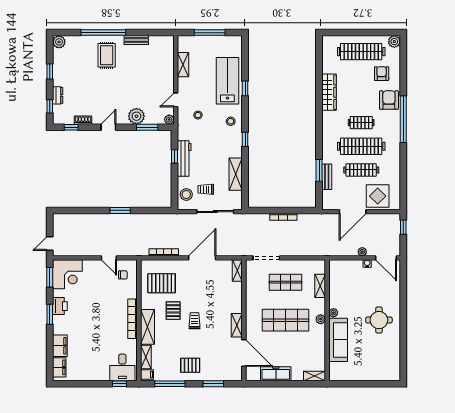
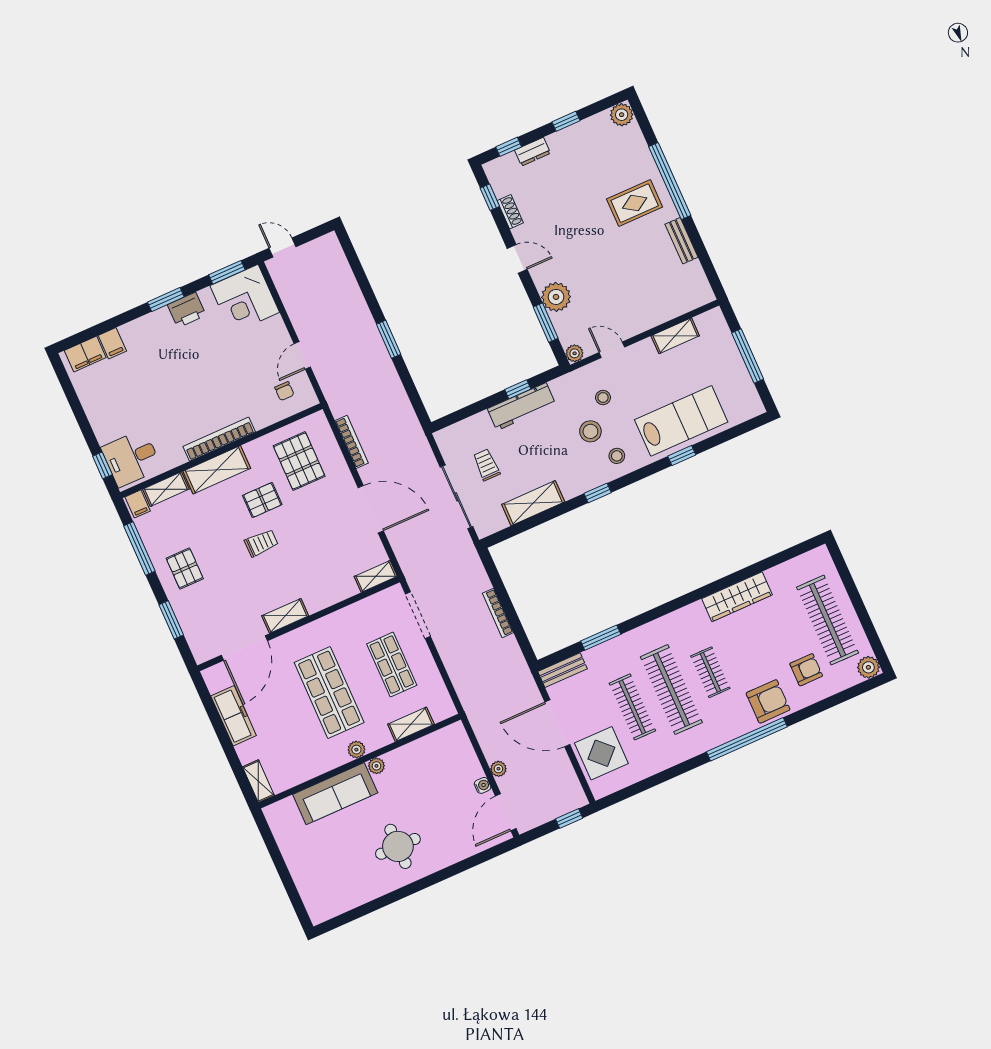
bench: (327, 177) -> (563, 670), moved
stool: (186, 194) -> (590, 431), moved
filing cabinet: (60, 346) -> (112, 343), width x0.50

